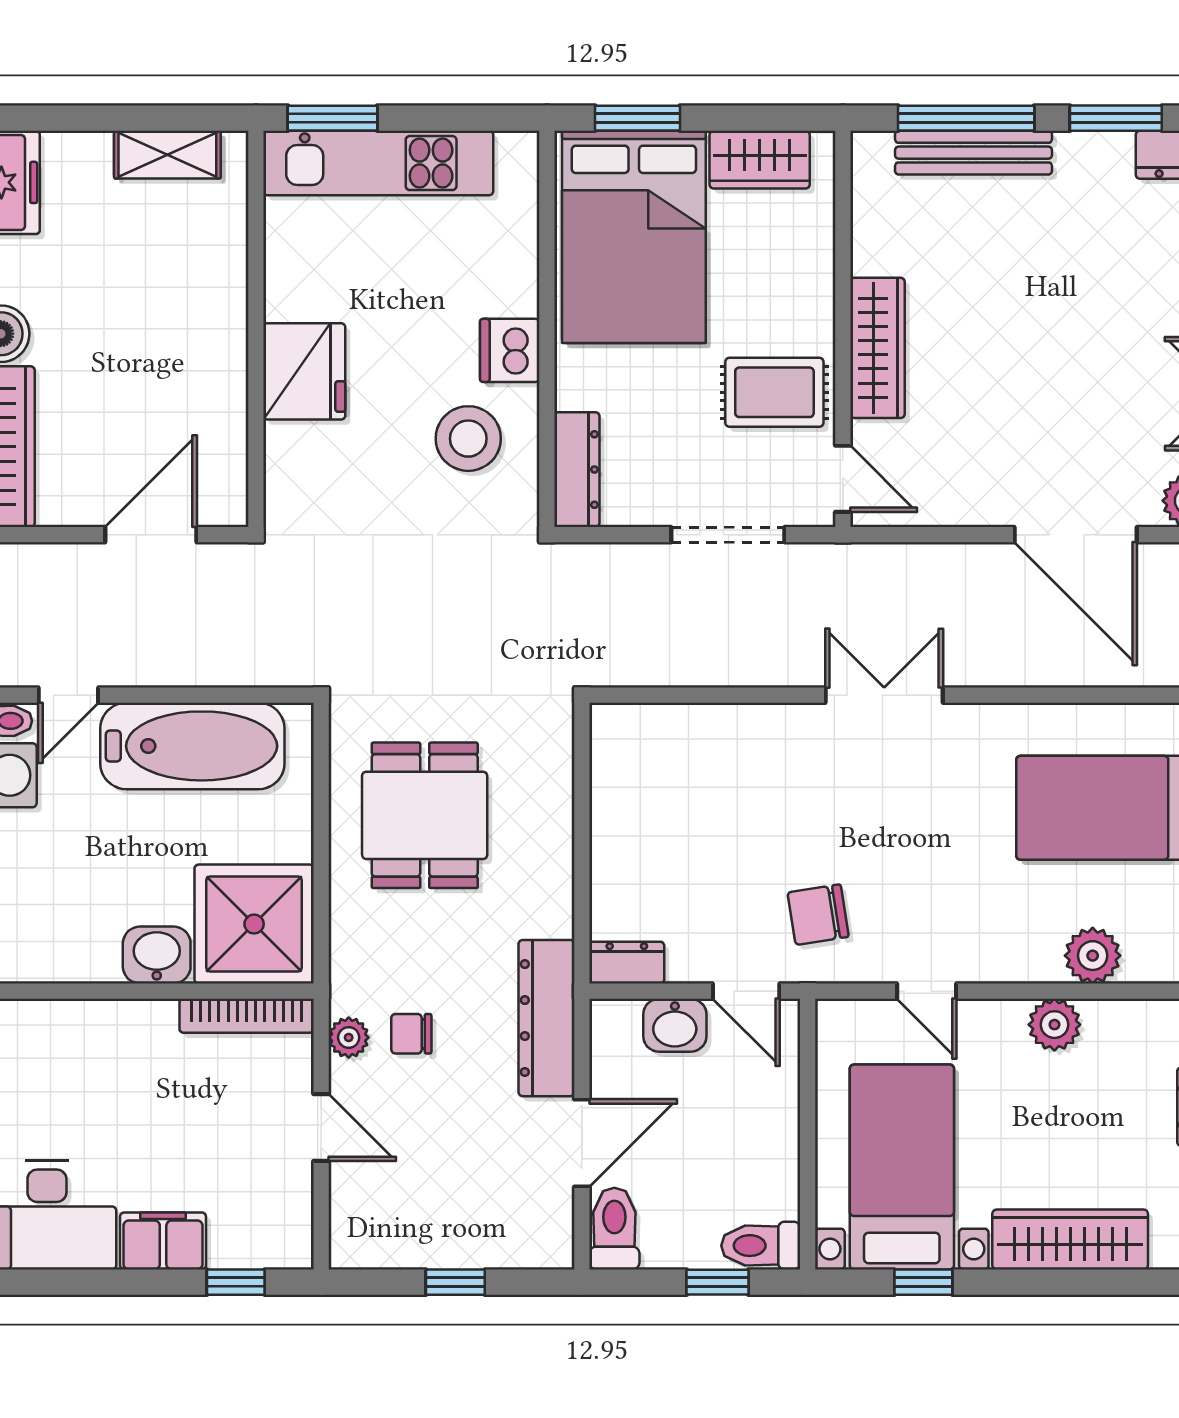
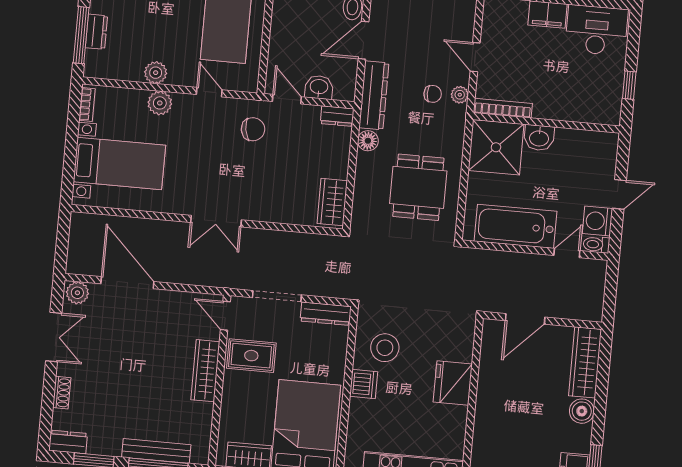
dresser: (577, 470) -> (326, 314), moved, turned -90
wardrobe: (620, 763) -> (332, 202), added
floor lamp: (551, 912) -> (368, 141), added
plant: (1093, 956) -> (160, 103), moved

